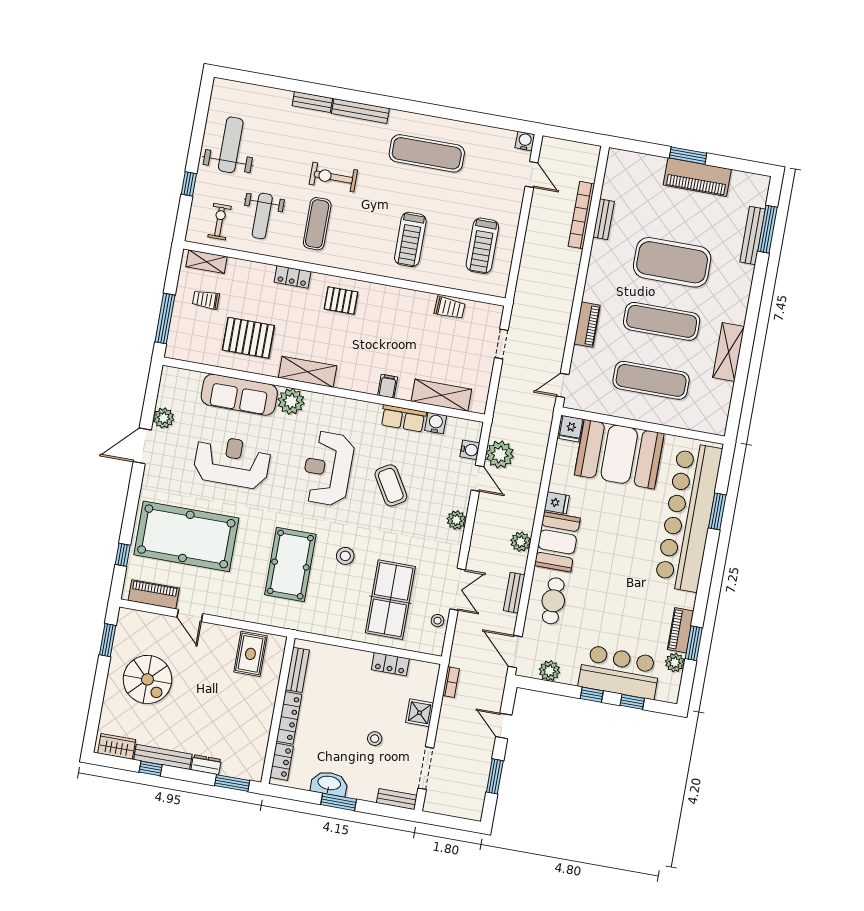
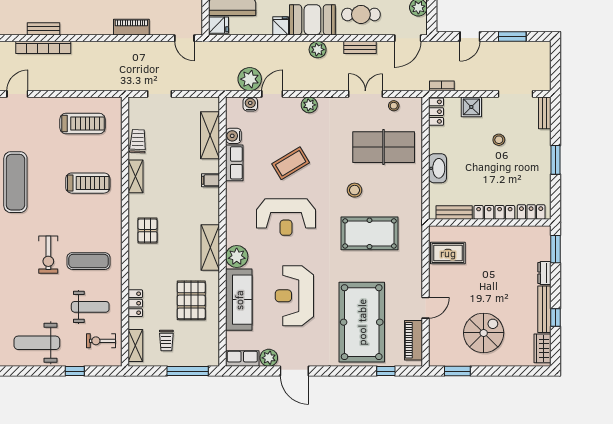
locker: (292, 277) -> (135, 303), moved
shelving: (408, 298) -> (136, 176), added
row of seats: (168, 386) -> (242, 359), added
locker: (390, 664) -> (436, 112), moved
washbasin: (329, 784) -> (438, 168), moved, turned 180

